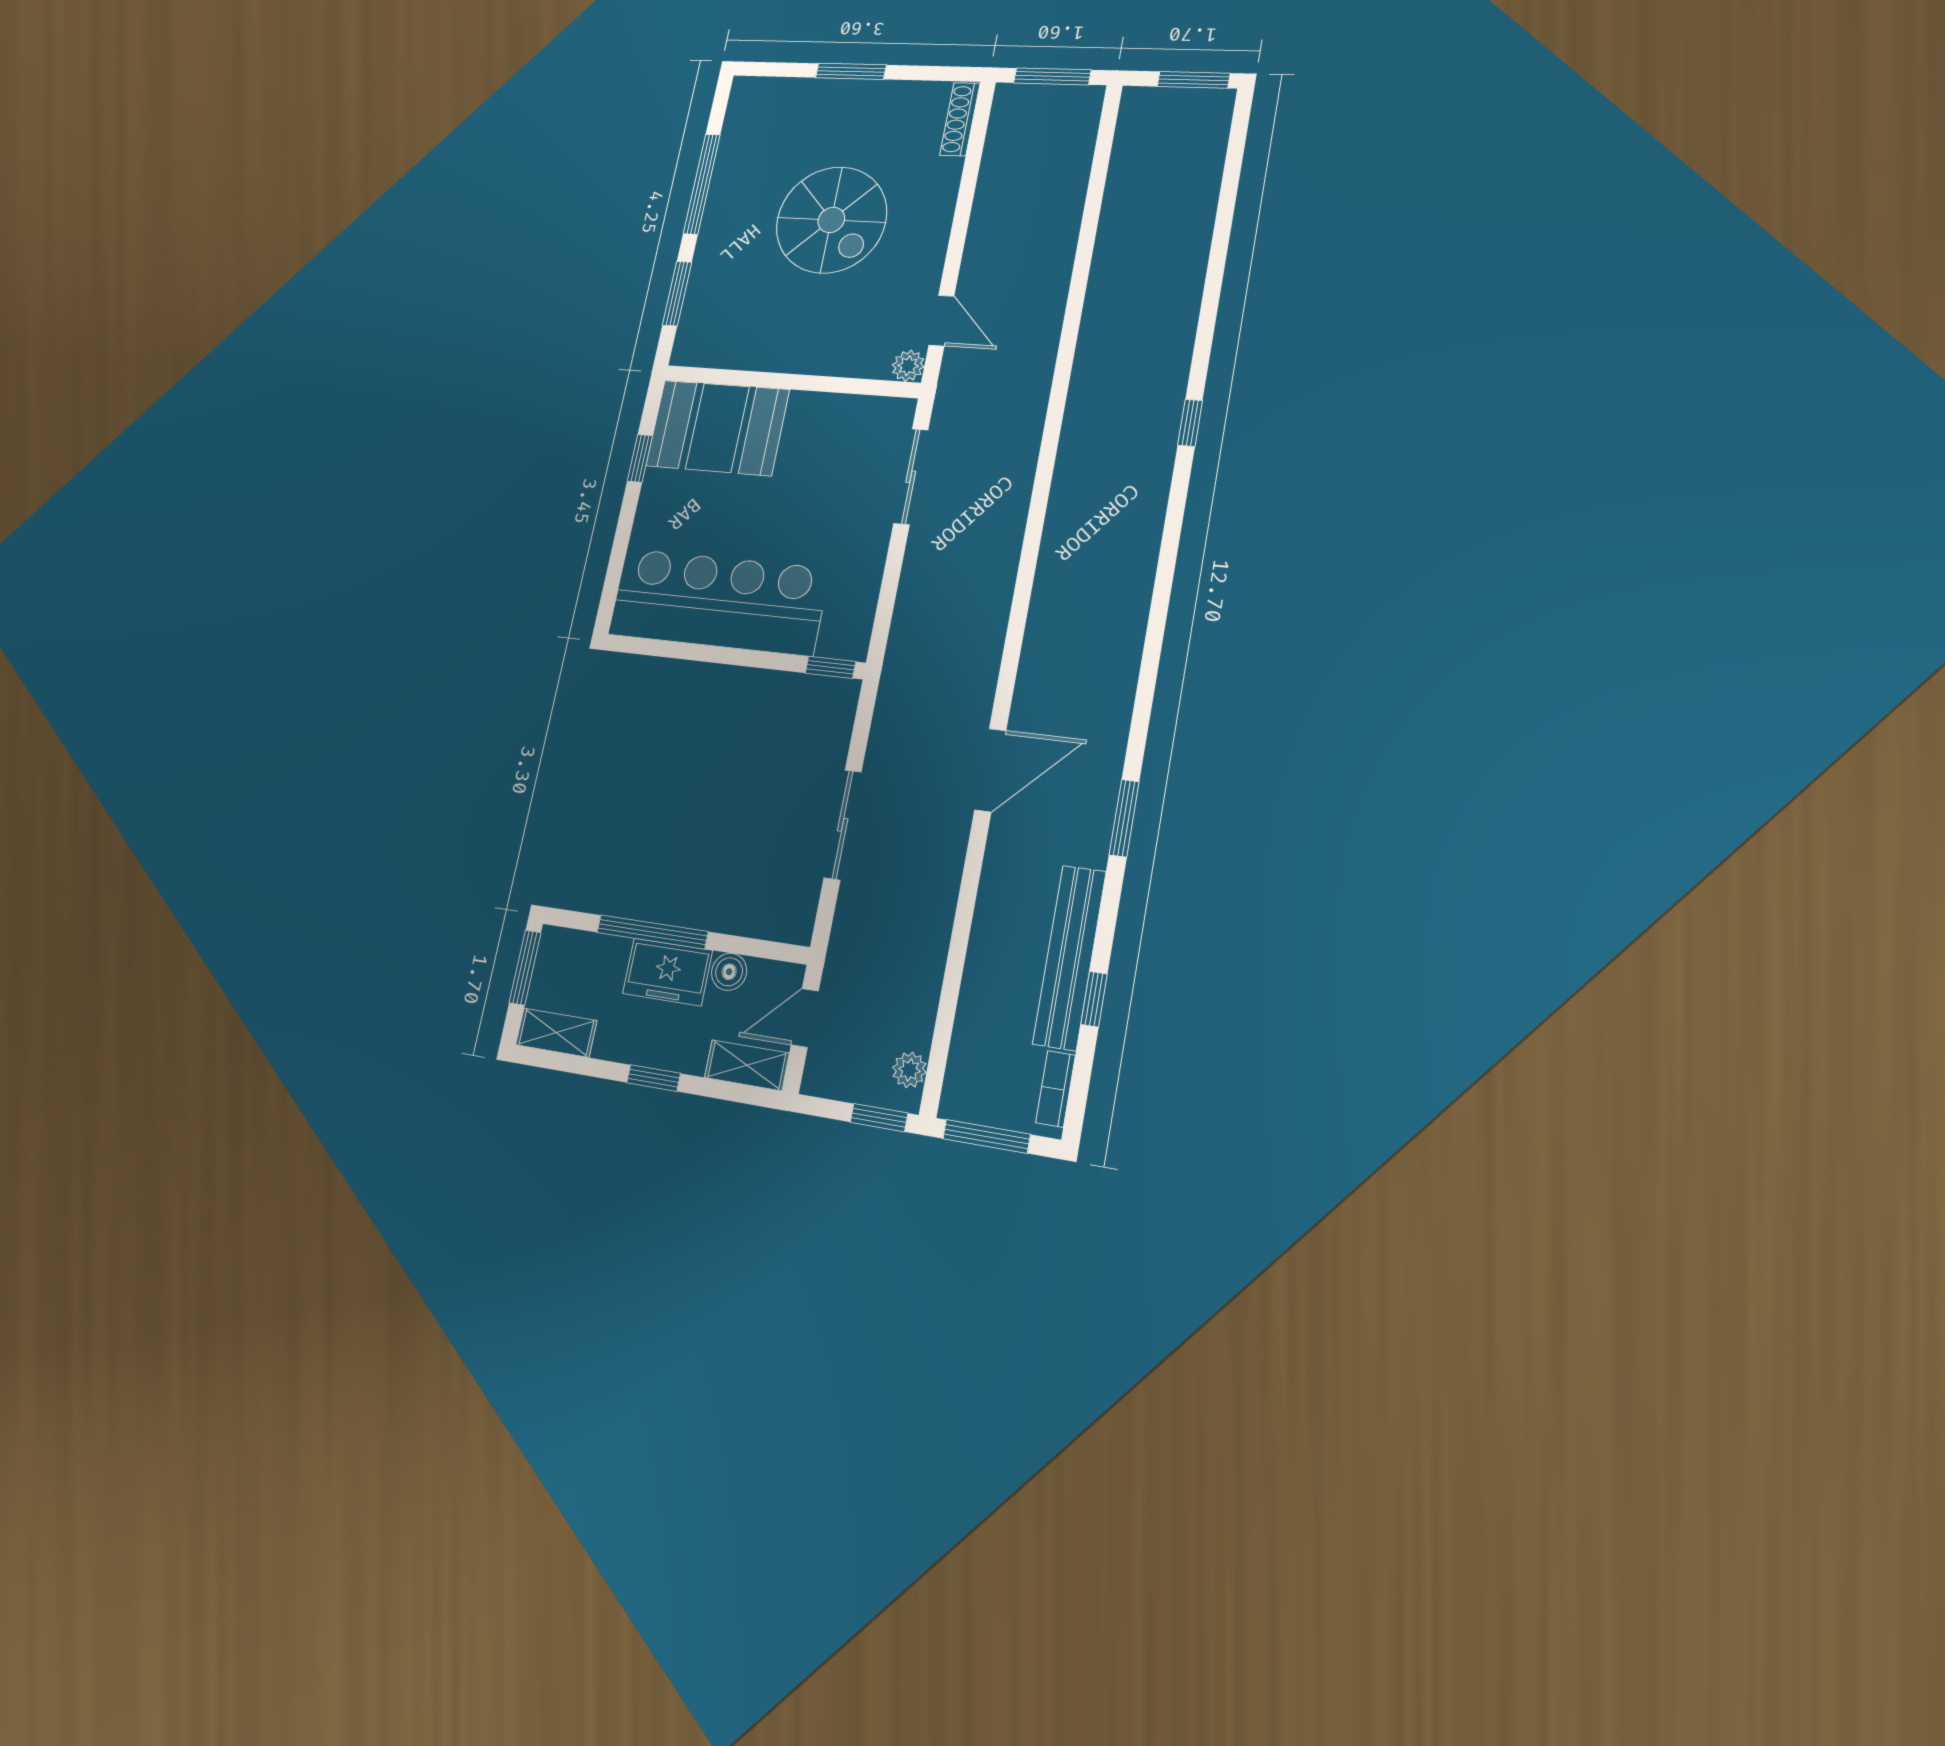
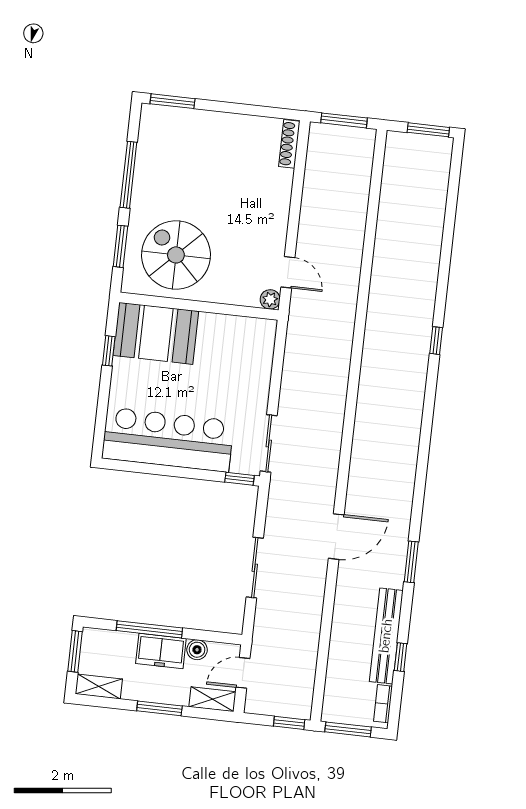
window: (851, 71) -> (173, 101), moved
spiral stairs: (831, 220) -> (176, 255), moved, turned 180
sliding door: (911, 477) -> (269, 443), moved
plant: (909, 1070) -> (304, 698), removed
window: (654, 1078) -> (159, 708), width x1.50

